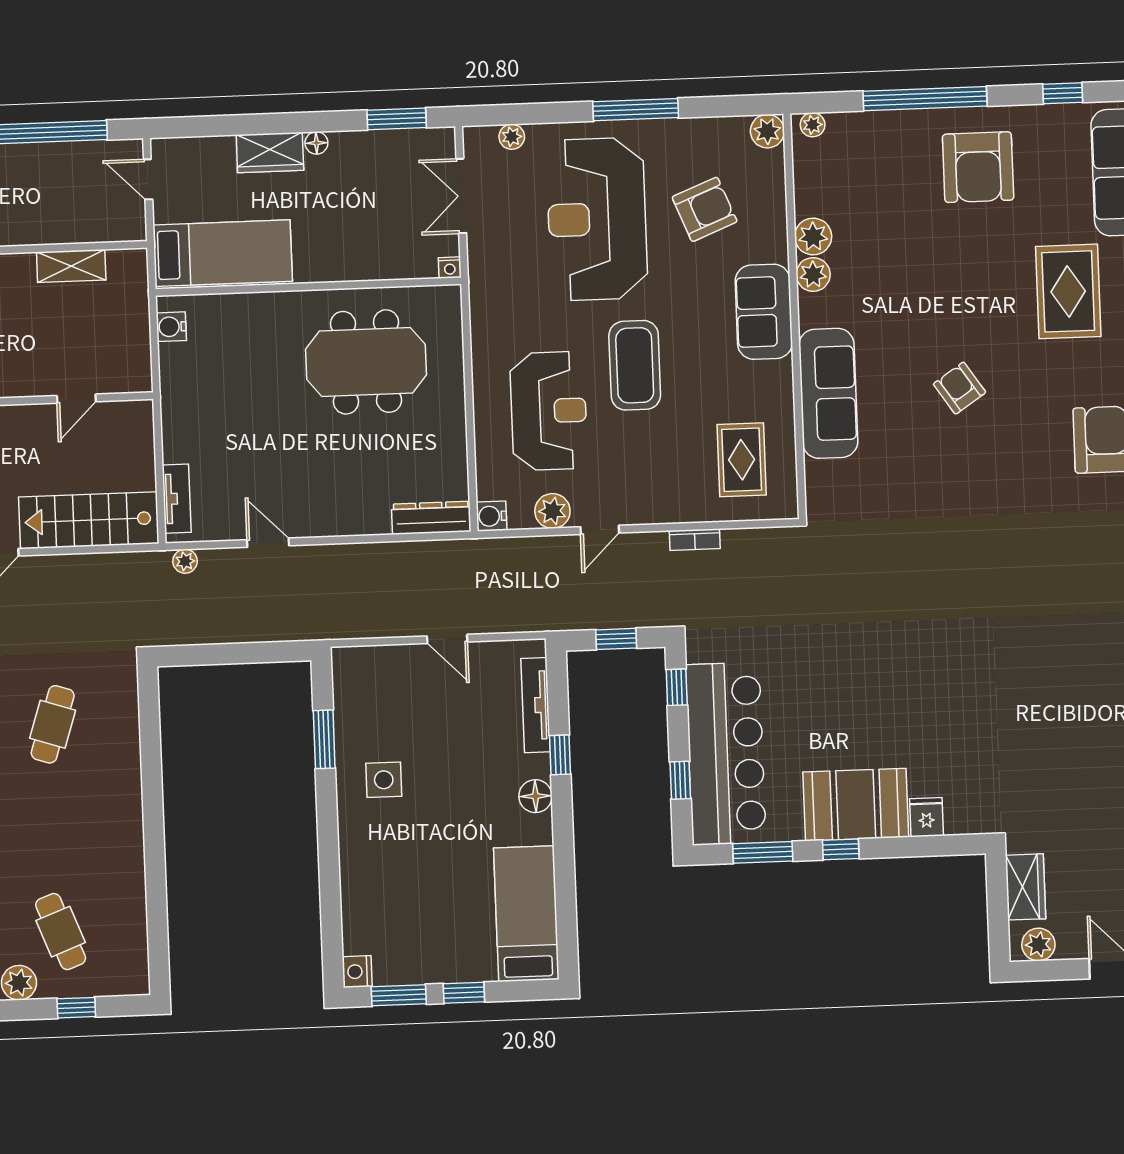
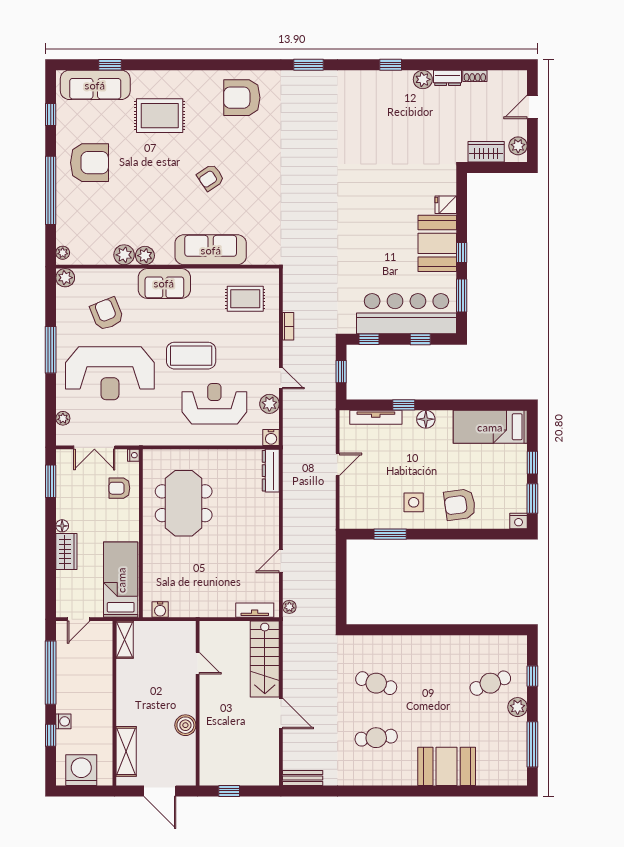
armchair: (389, 244) -> (119, 488), added
shelving: (71, 266) -> (125, 640), moved
armchair: (383, 864) -> (460, 505), added

